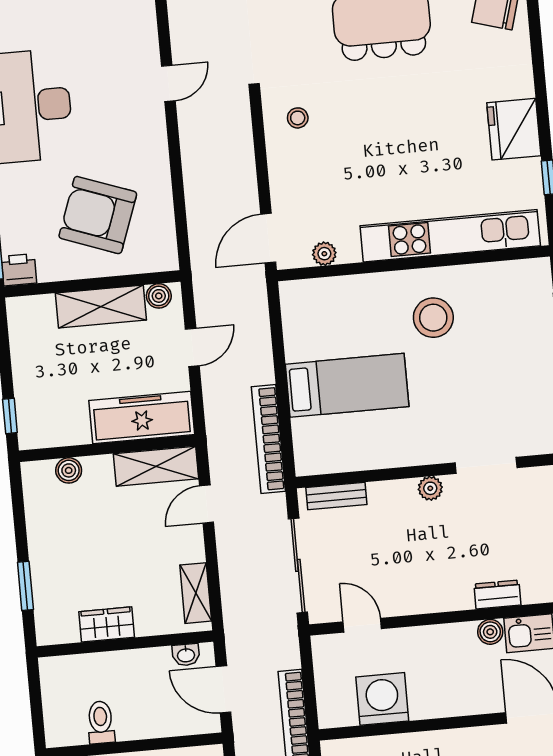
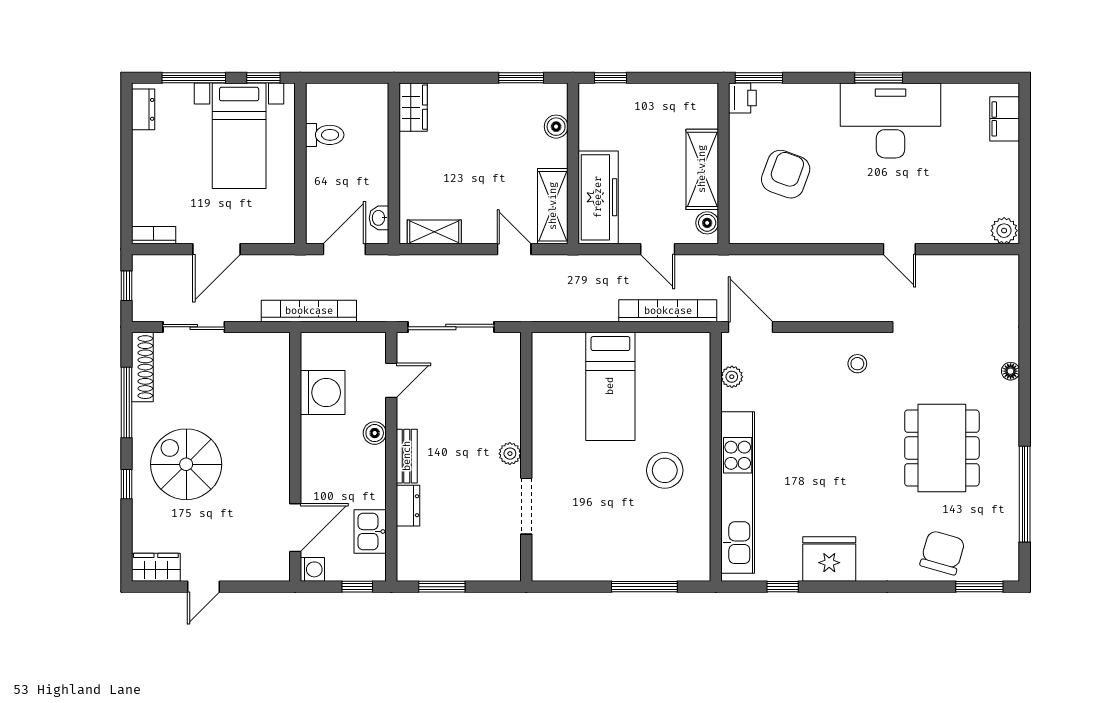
armchair: (98, 215) -> (786, 174), width x0.73, depth x0.73
bookcase: (268, 439) -> (668, 311), moved
bench: (336, 496) -> (407, 456), moved
window: (25, 586) -> (521, 78), moved
wardrobe: (107, 624) -> (413, 107), moved
boiler: (490, 632) -> (375, 433), moved

